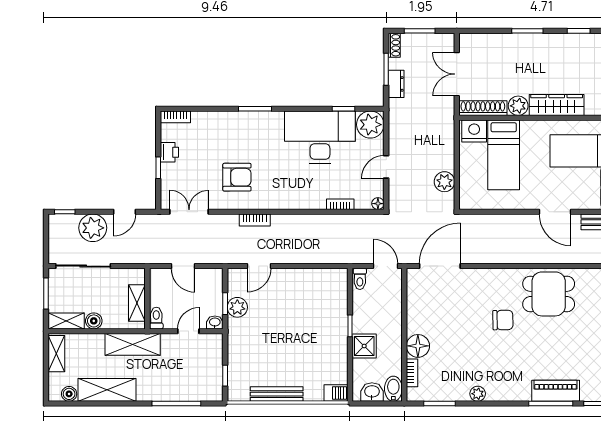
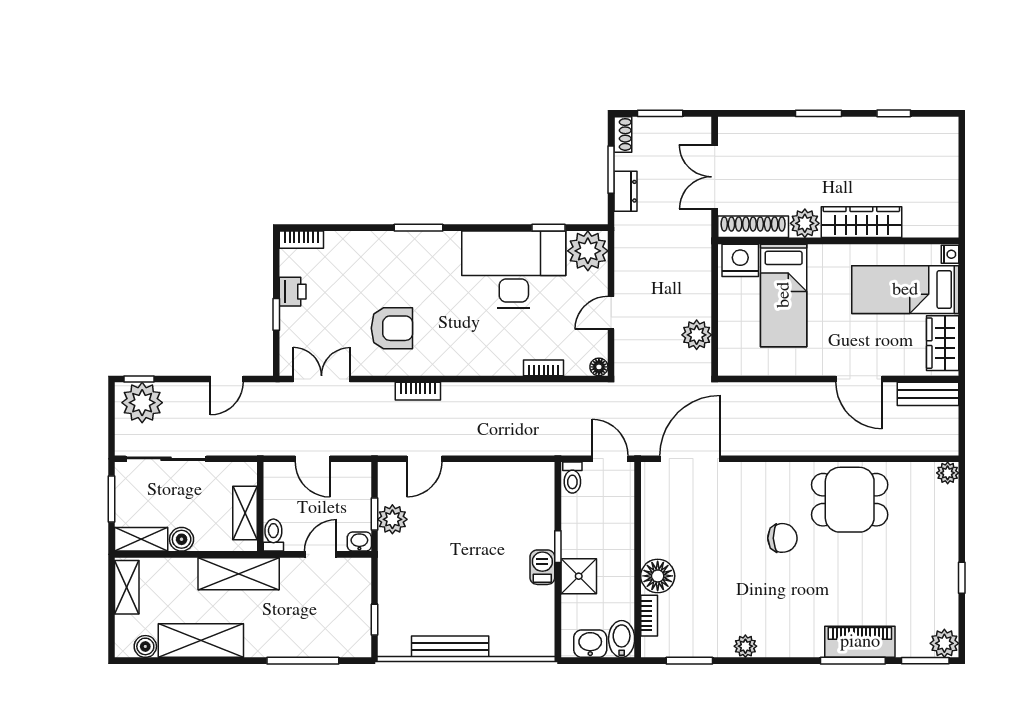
plant: (93, 228) -> (142, 403), moved
barbecue: (336, 393) -> (542, 567), moved, turned -90

